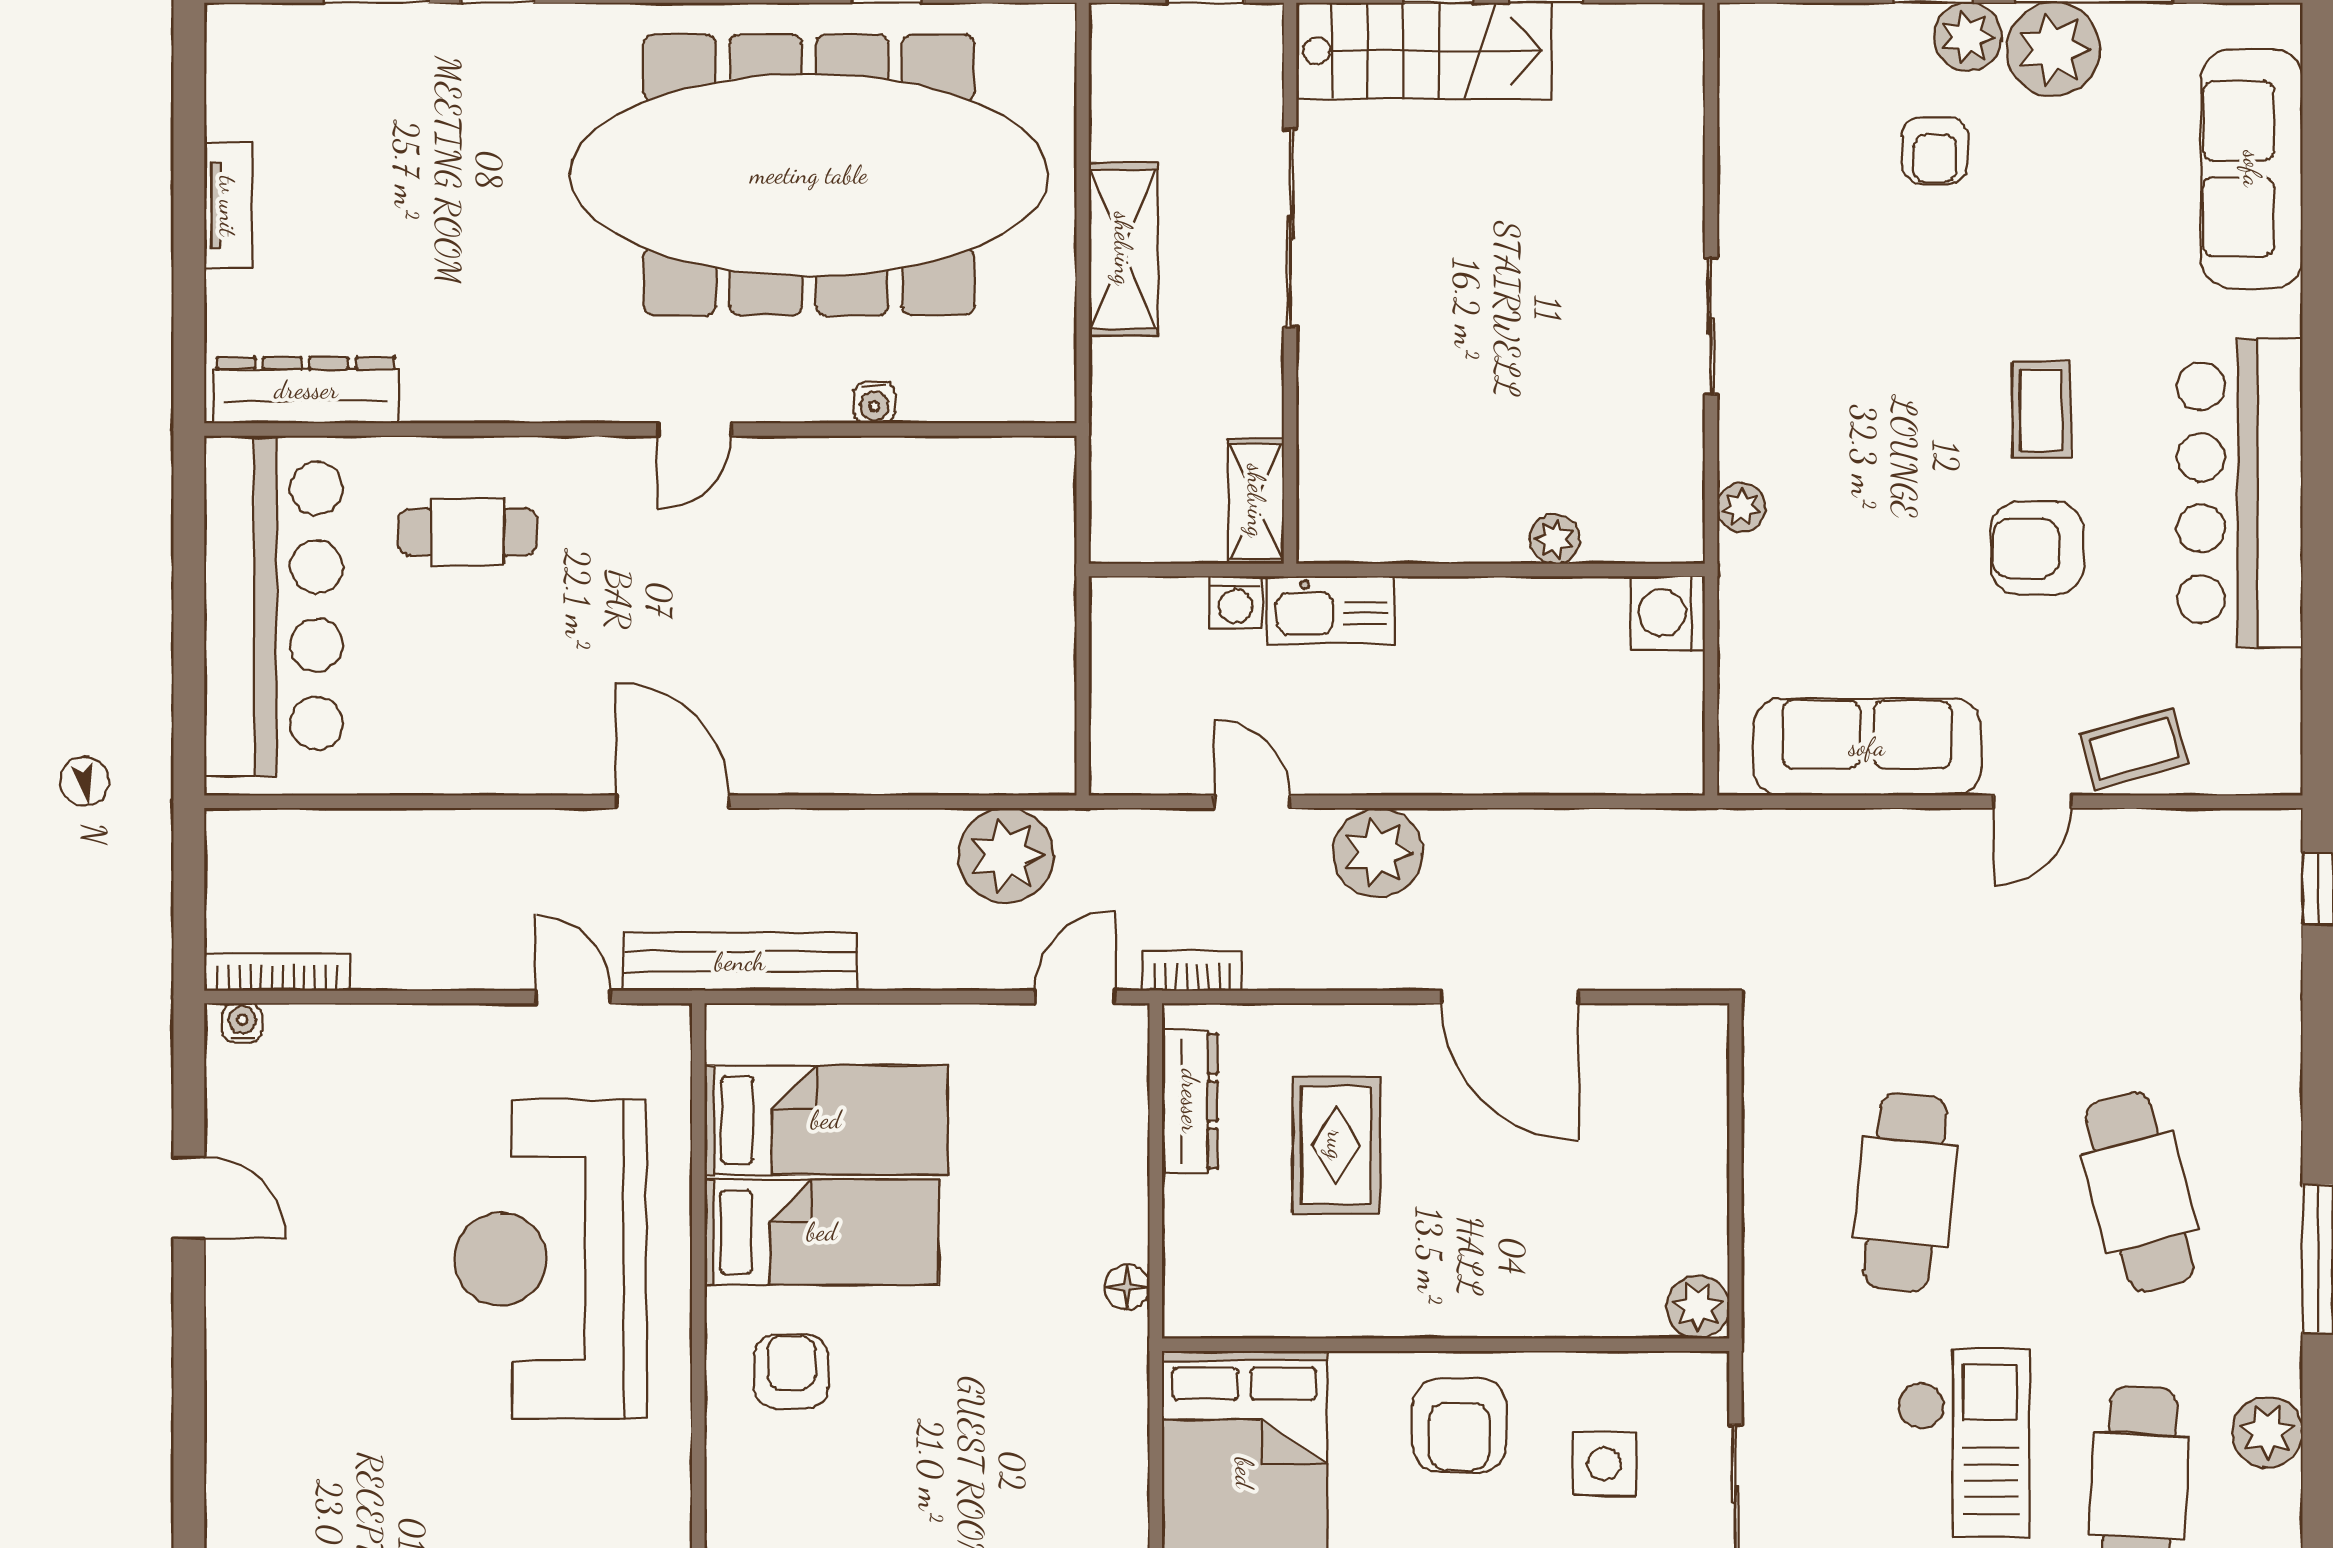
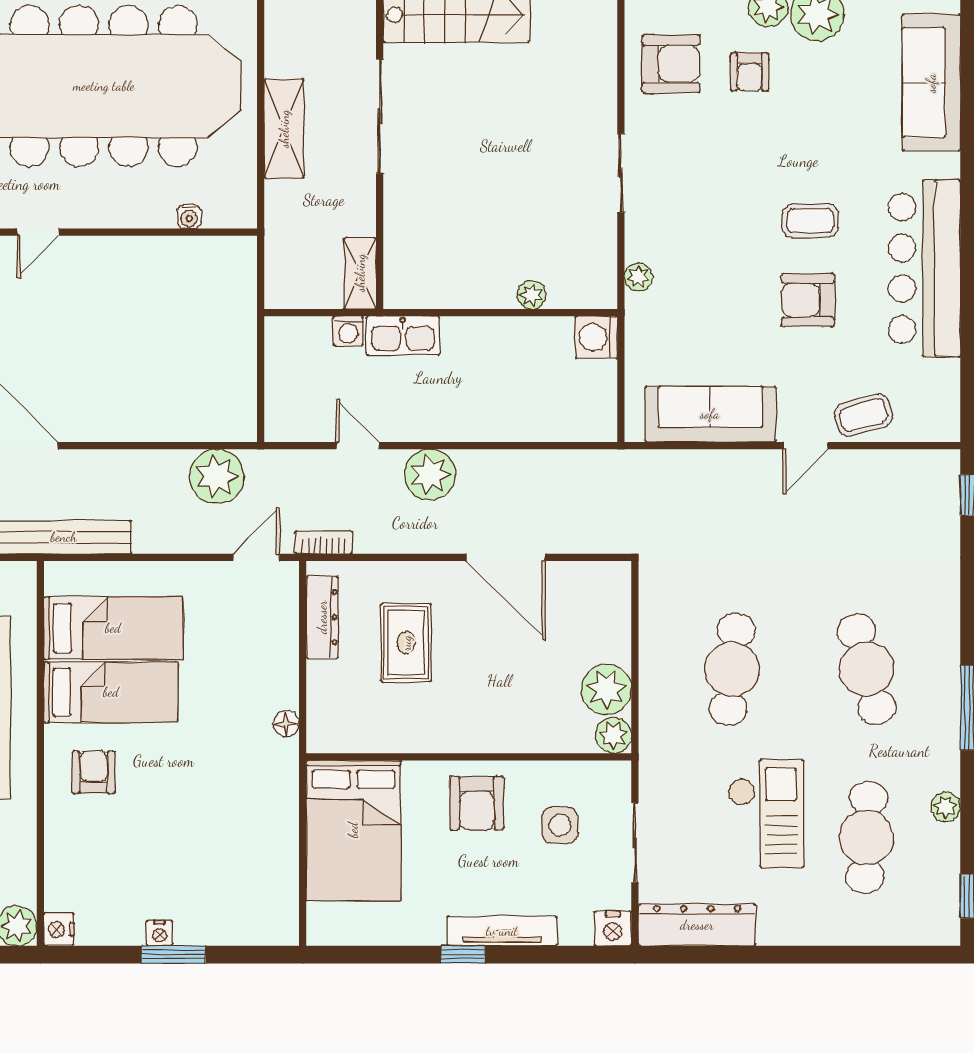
armchair: (1798, 136) -> (671, 64), added
water cooler: (875, 403) -> (189, 217), moved
coffee table: (2041, 410) -> (810, 221), turned 90
plant: (1686, 1227) -> (606, 690), added
plant: (2267, 1432) -> (946, 807), width x0.73, depth x0.73

